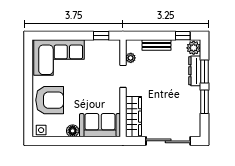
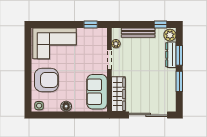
bench: (156, 45) -> (138, 33), width x1.36
sofa: (100, 125) -> (97, 92), moved, turned -90

